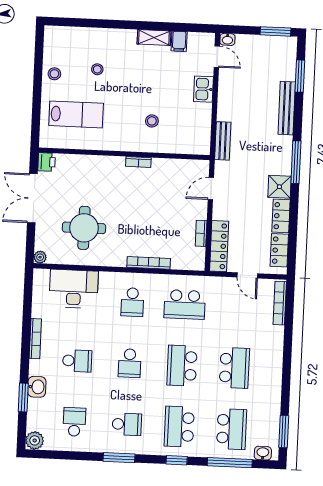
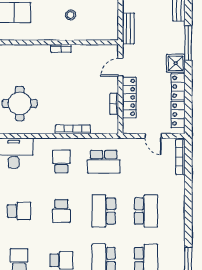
locker: (219, 246) -> (129, 97), moved
school desk: (132, 302) -> (61, 162), turned 180

